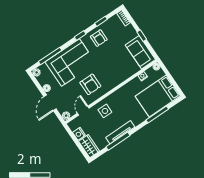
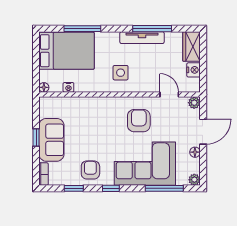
sofa: (140, 52) -> (51, 140), moved
door: (83, 111) -> (169, 95), swing flipped
side table: (105, 111) -> (121, 73), moved

